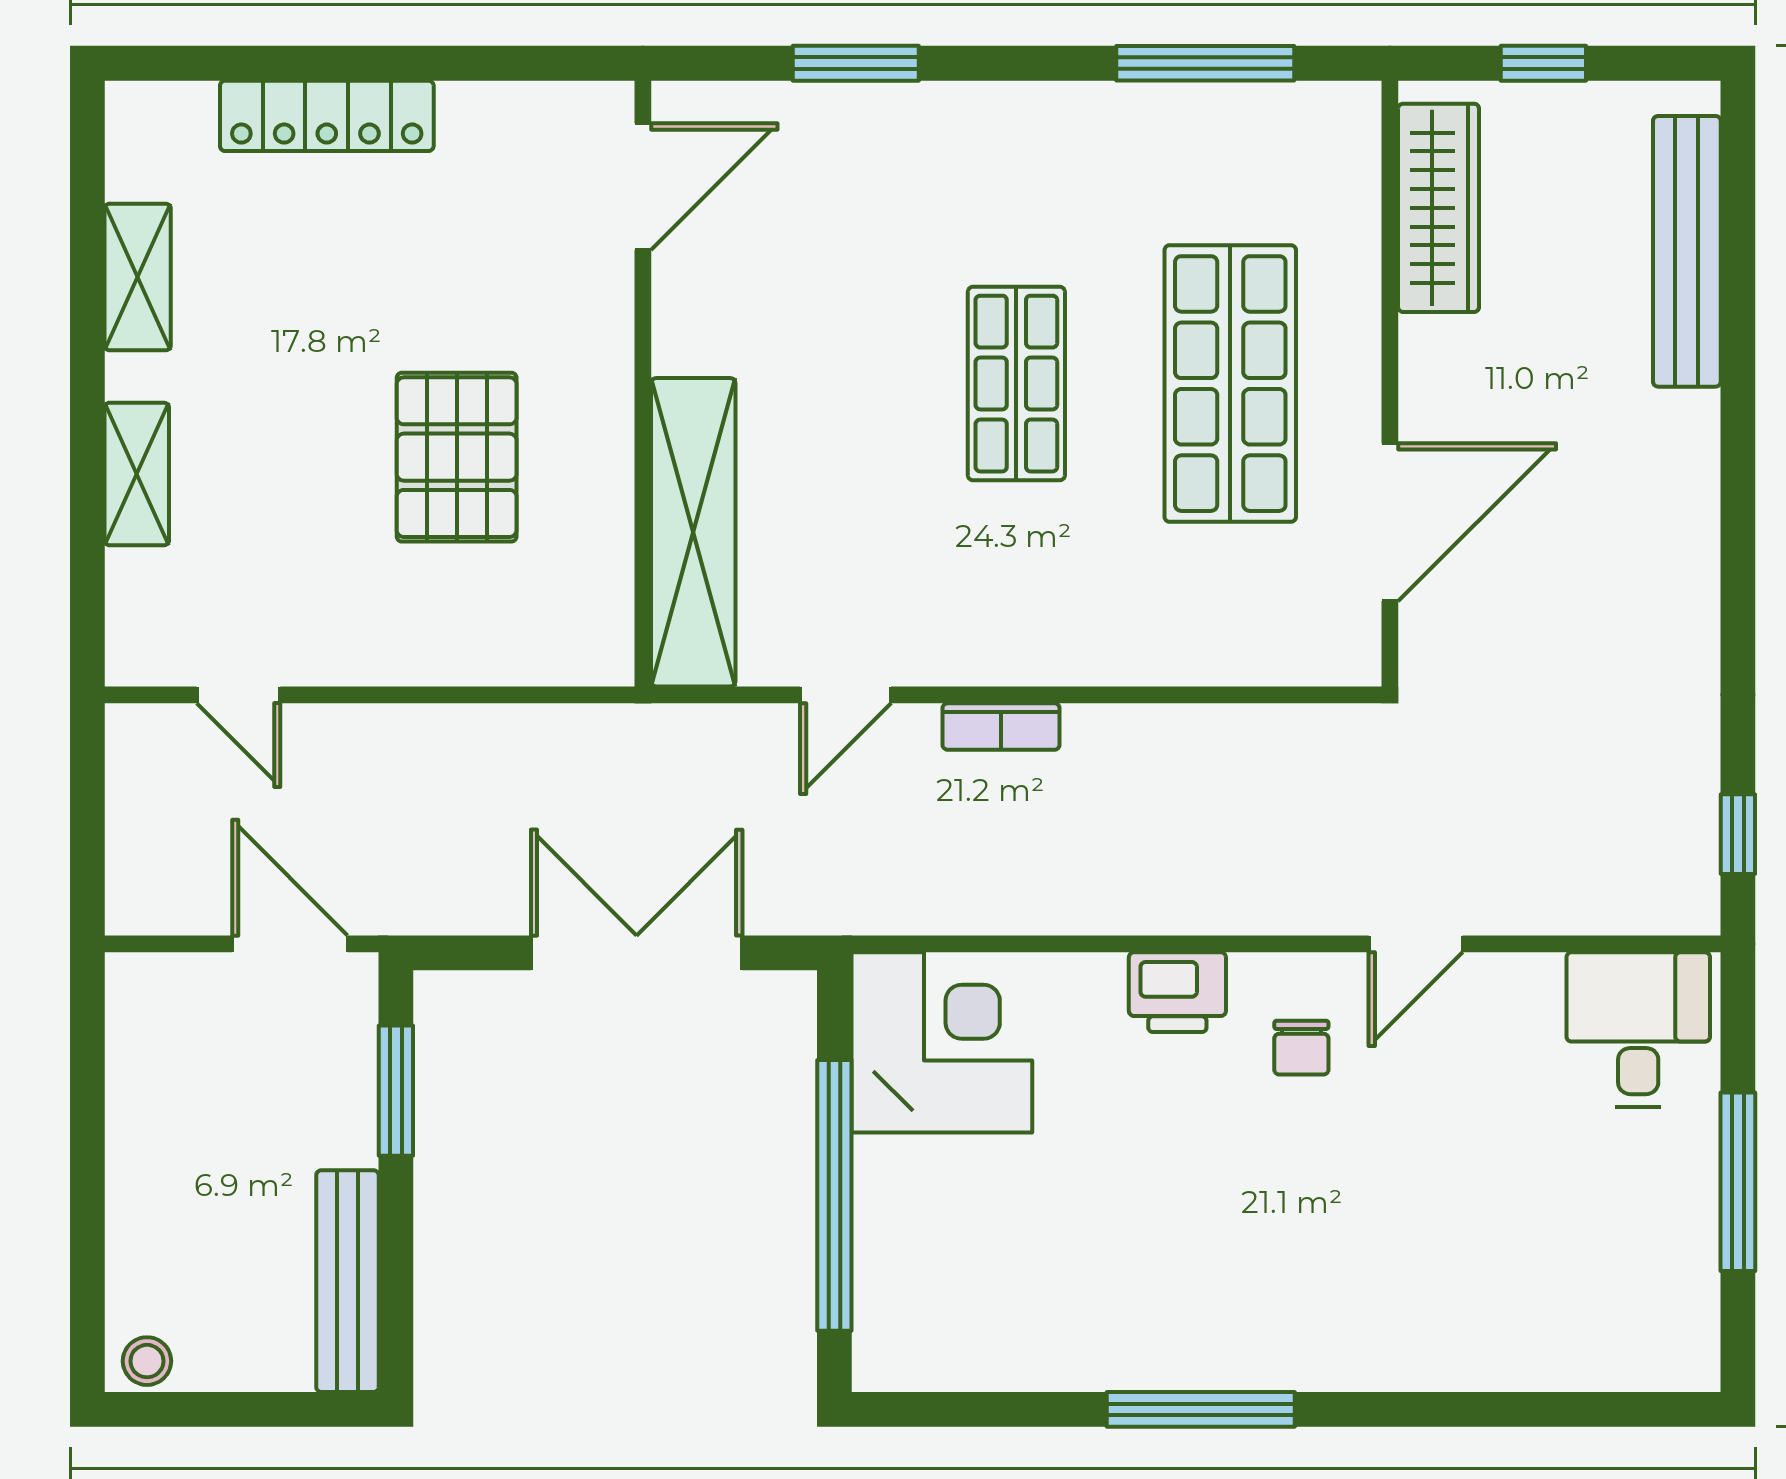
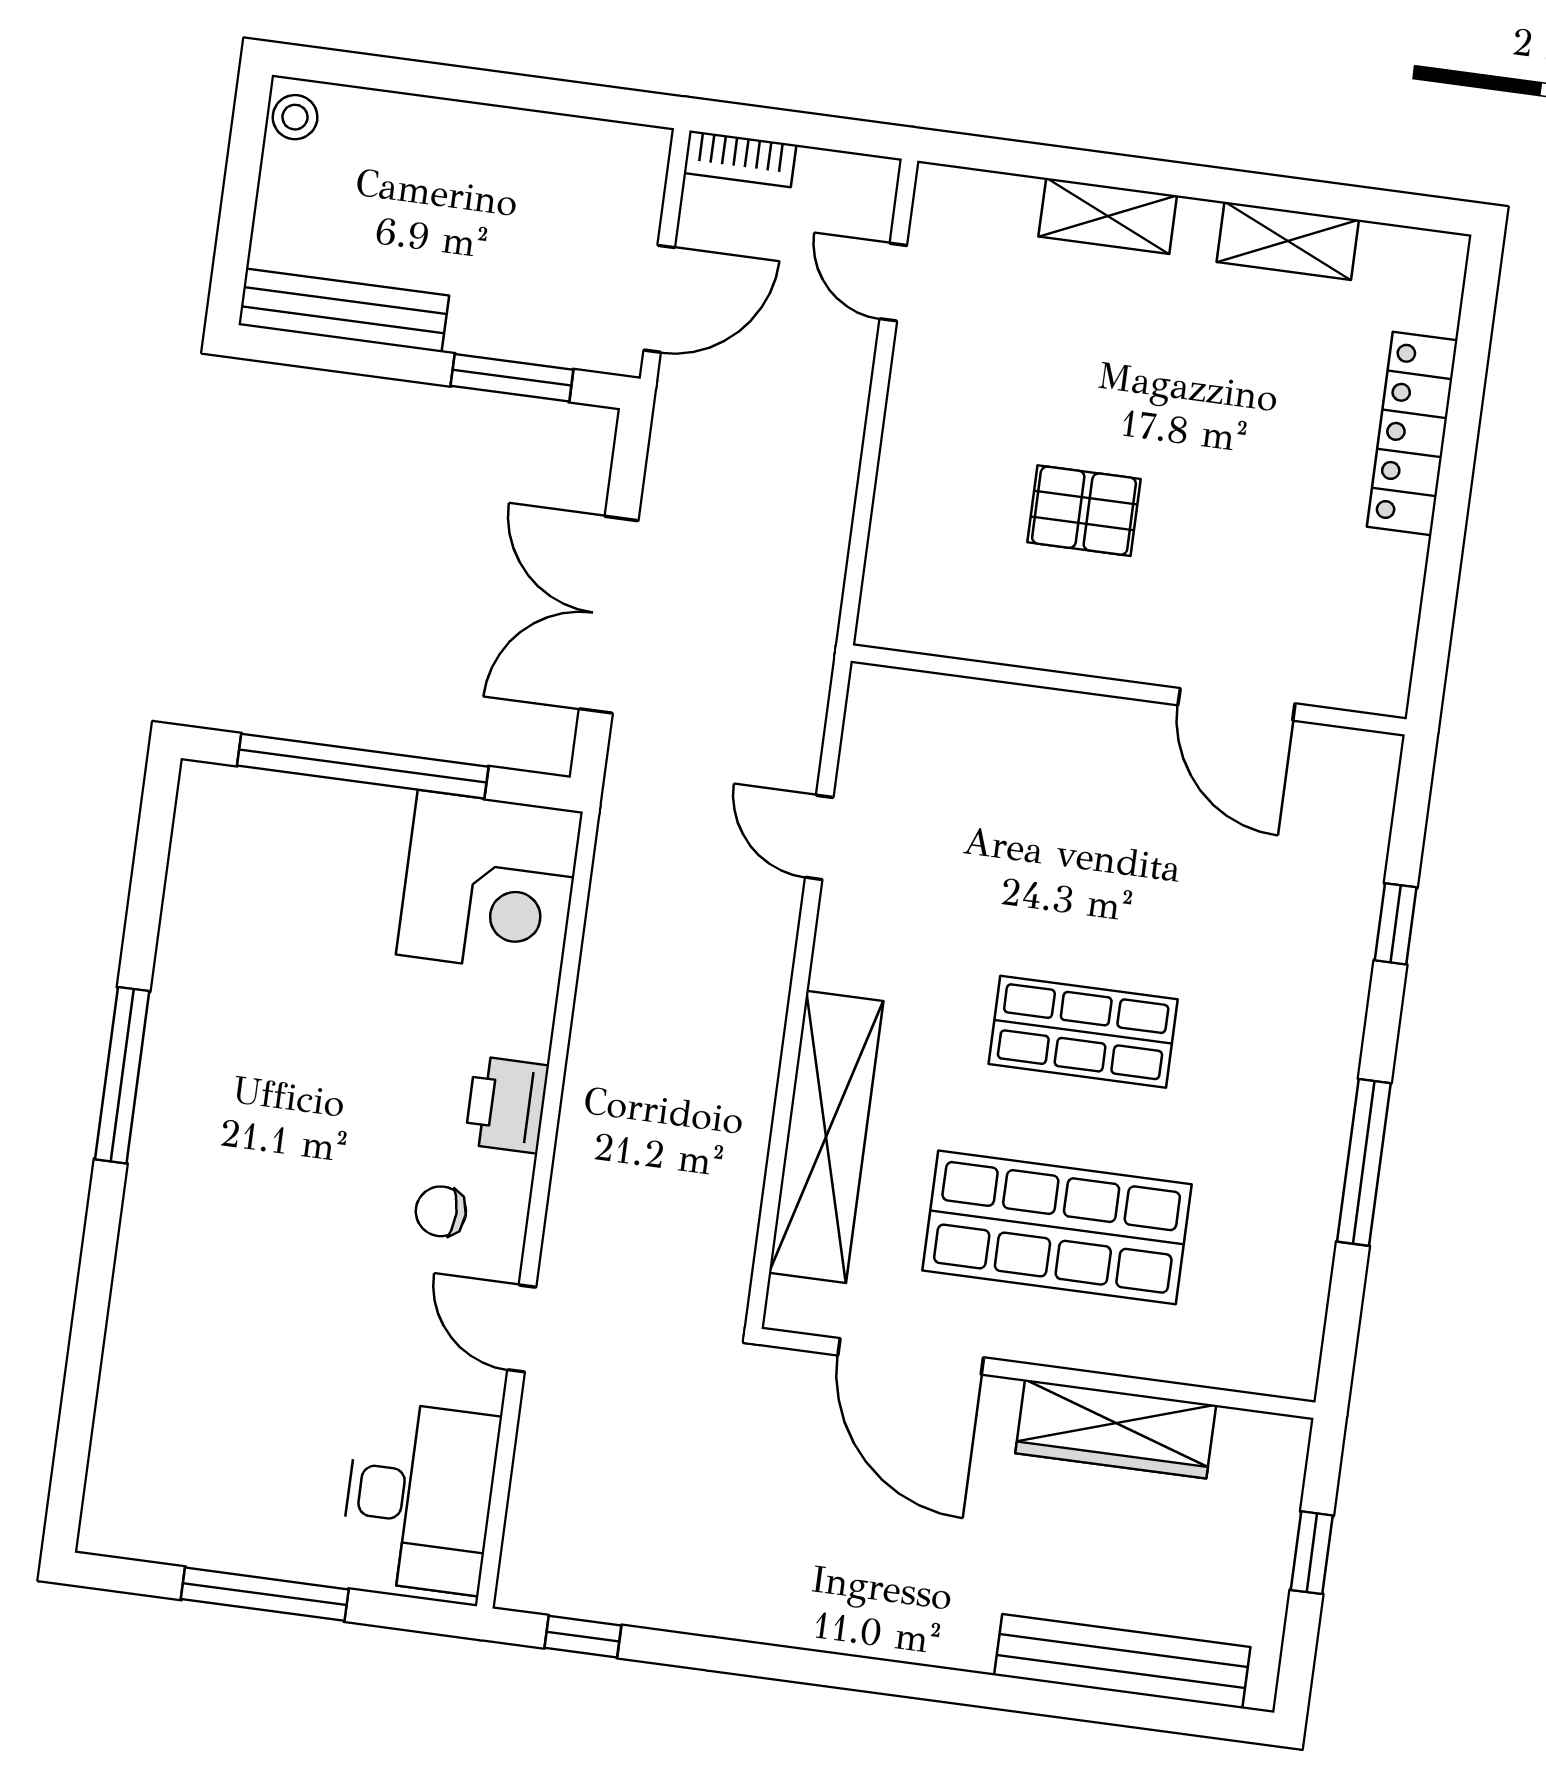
window: (856, 63) -> (1396, 924), width x0.67
window: (1205, 63) -> (1364, 1162), moved
door: (643, 187) -> (1236, 704), moved
wardrobe: (1439, 208) -> (1116, 1429), moved
pallet: (457, 457) -> (1084, 511), width x0.67, depth x0.71
shelving: (693, 532) -> (826, 1137), moved, turned 90
door: (239, 695) -> (893, 282), hinge flipped
bookcase: (1001, 726) -> (740, 159), moved, turned -90
double door: (637, 953) -> (609, 615), swing flipped
desk: (1638, 1029) -> (420, 1497), width x1.37

